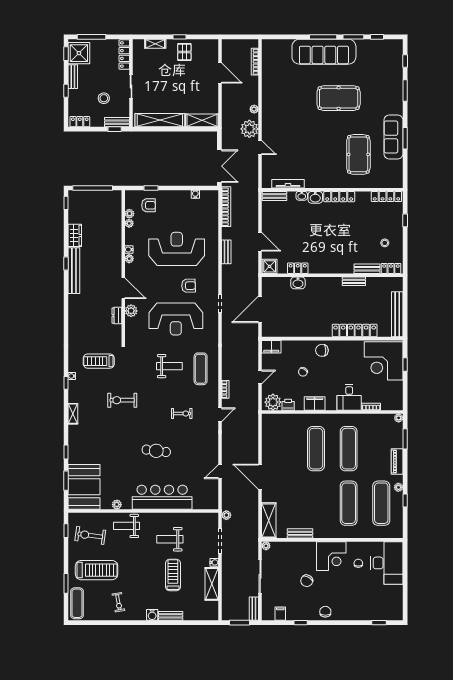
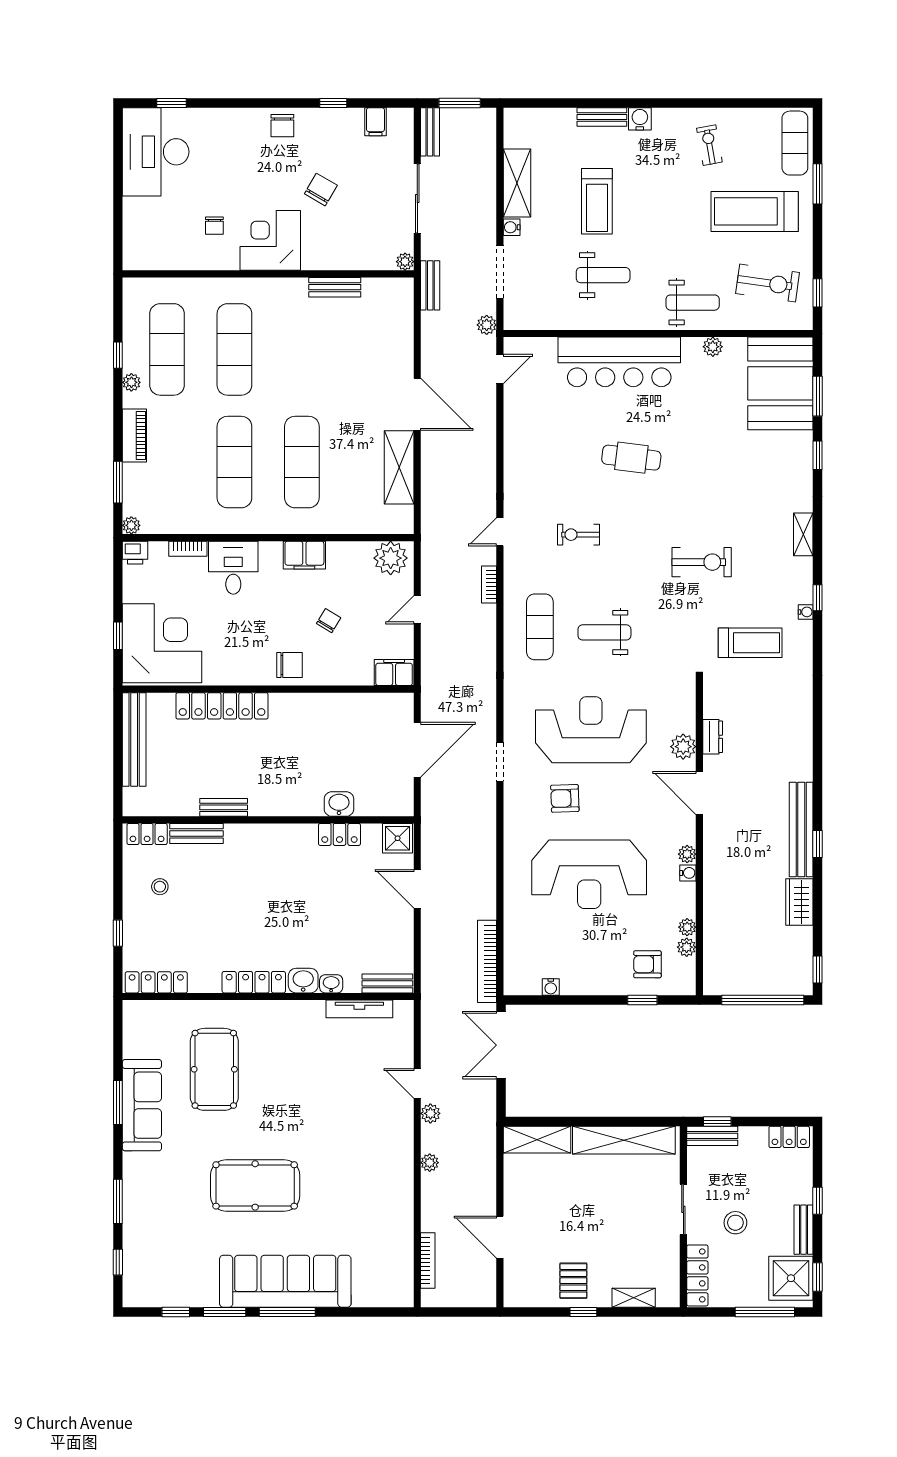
stool: (104, 98) -> (735, 1223), moved
plant: (249, 129) -> (430, 1113), width x0.53, depth x0.53
bench: (226, 252) -> (430, 285), moved
printer: (288, 405) -> (135, 553), moved
door: (220, 472) -> (500, 369), moved
shelving: (269, 520) -> (399, 467), moved
desk: (387, 563) -> (156, 152), moved

